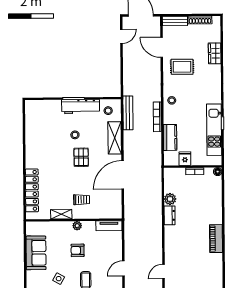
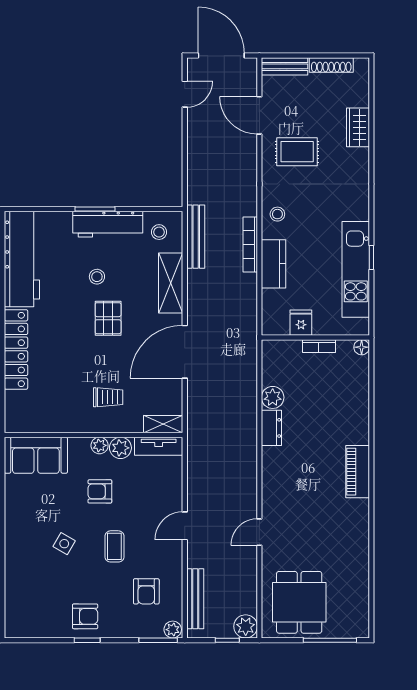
workbench: (34, 126) -> (22, 259), added
kitchen counter: (170, 137) -> (274, 264), moved
locker: (32, 190) -> (16, 349), moved
shelving: (61, 214) -> (163, 424), moved
plant: (88, 227) -> (120, 448), added
sofa: (36, 253) -> (36, 455), moved, turned 90

